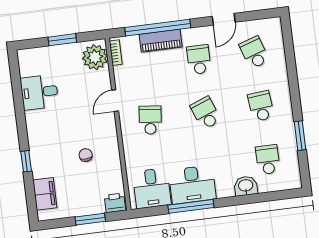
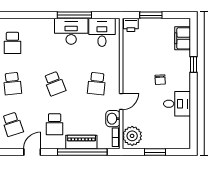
desk: (39, 92) -> (177, 104), moved
chair: (86, 155) -> (160, 80), moved
washbasin: (246, 186) -> (113, 119), moved, turned 90

